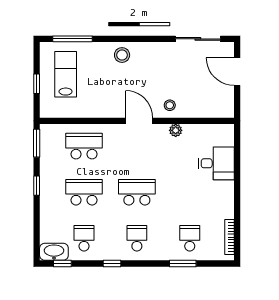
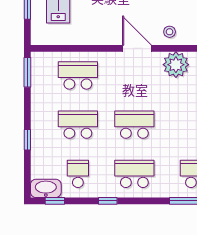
plant: (176, 130) -> (176, 65), width x1.87, depth x1.87
window: (37, 186) -> (27, 140), moved
school desk: (137, 238) -> (134, 174), width x1.85

